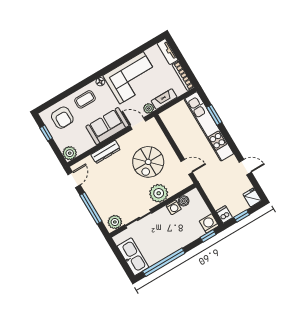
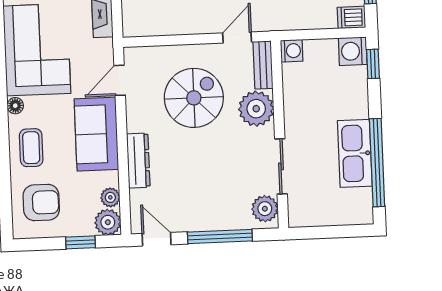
plant: (149, 108) -> (110, 197), moved
window: (46, 133) -> (81, 242), moved
spiral stairs: (148, 162) -> (194, 98), turned -90
bench: (180, 186) -> (263, 65), added
boiler: (184, 201) -> (292, 73), removed
washing machine: (174, 207) -> (292, 51), moved
kitchen sink: (133, 257) -> (355, 153), moved, turned -90

